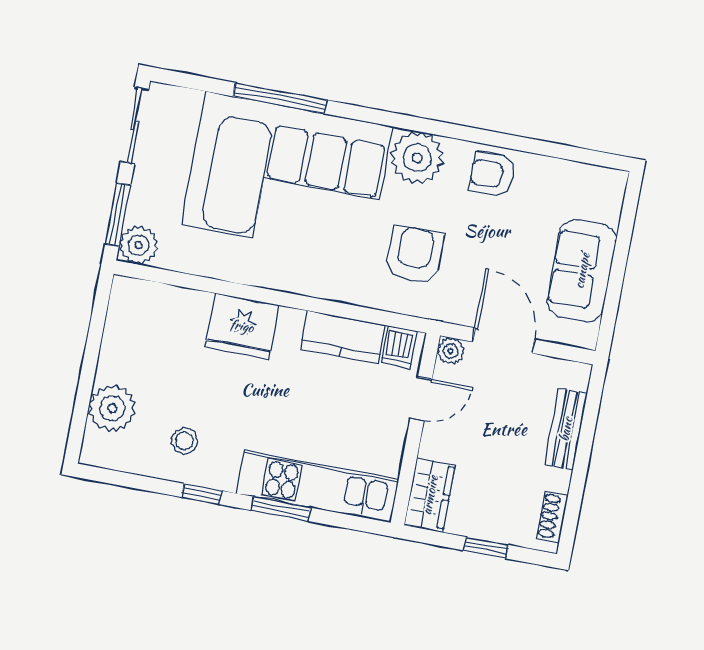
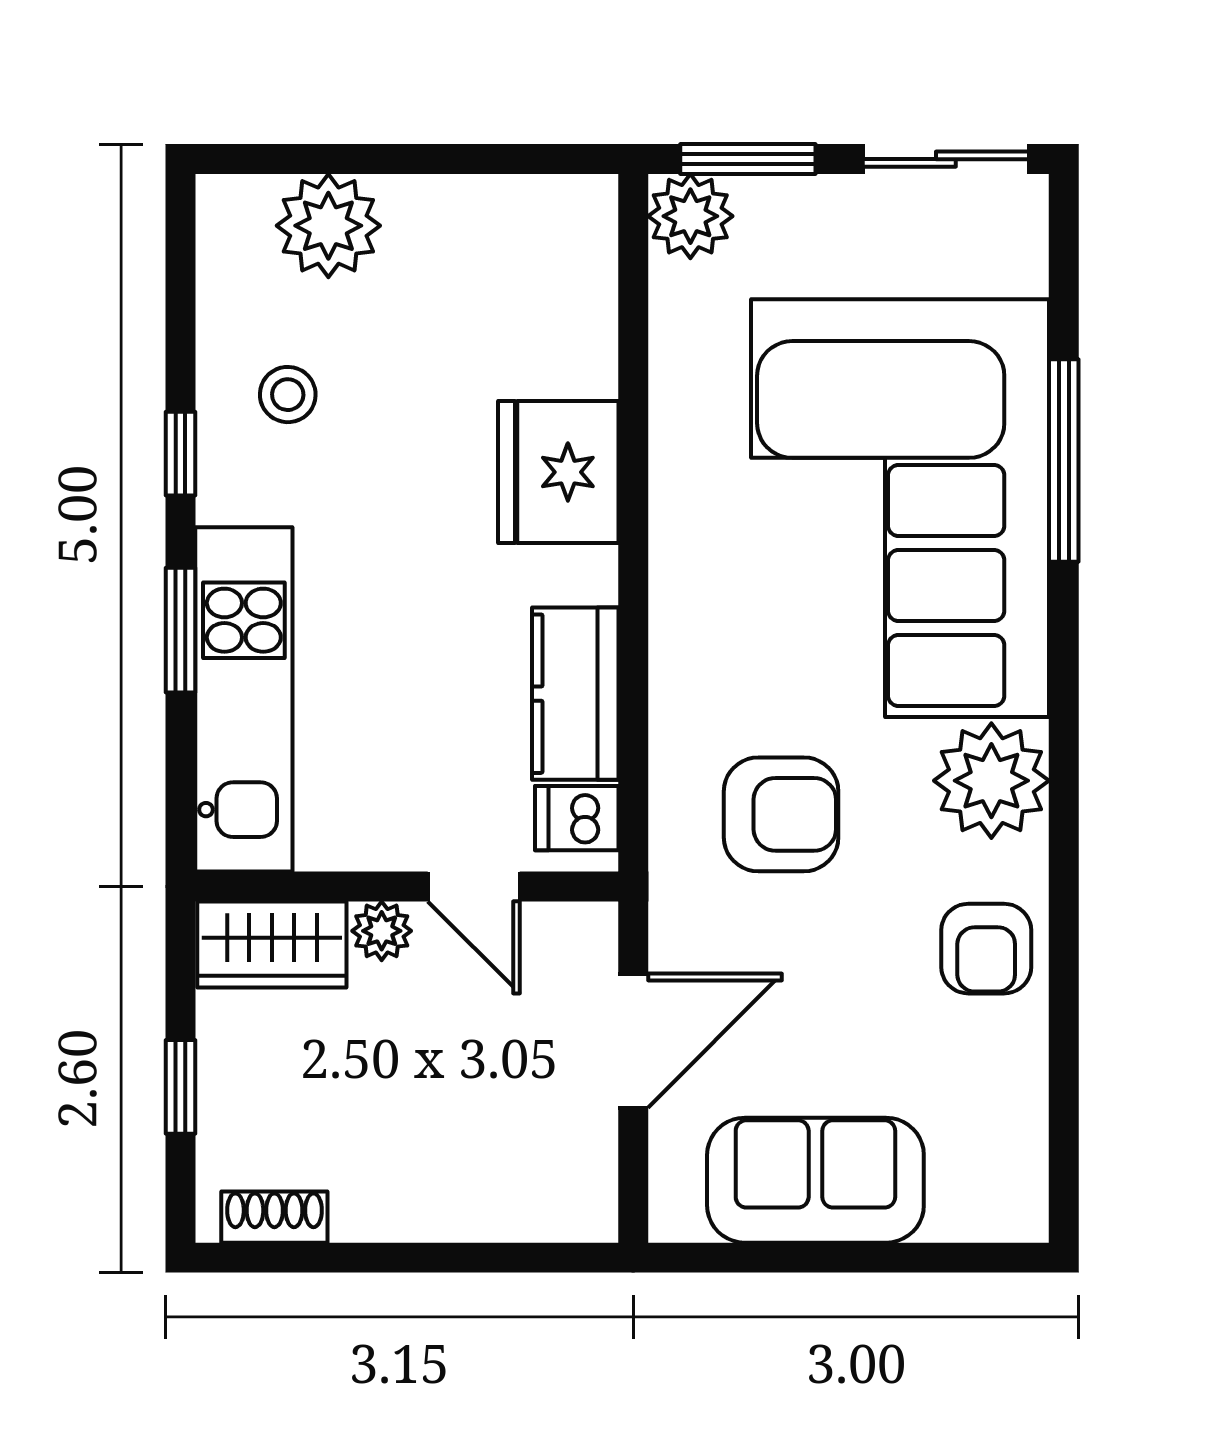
armchair: (492, 174) -> (986, 949), turned 180
plant: (451, 351) -> (382, 931), moved
bench: (566, 429) -> (468, 1210), removed

